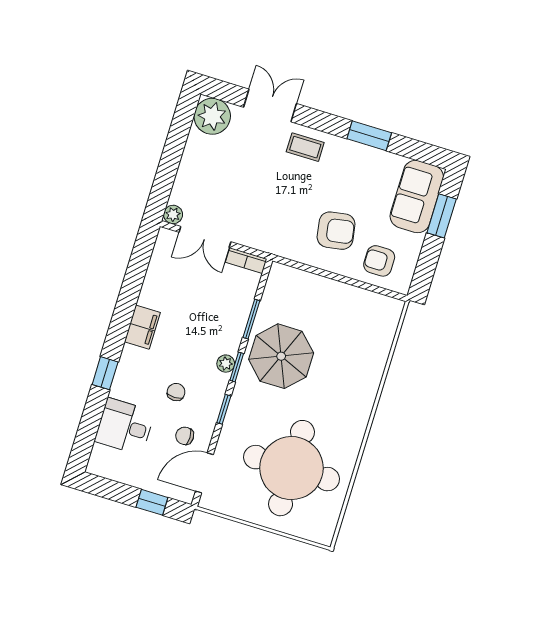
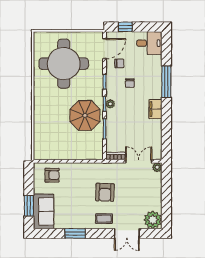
armchair: (336, 231) -> (105, 192), moved, turned -79
window: (105, 373) -> (166, 82), width x2.17
desk: (125, 426) -> (149, 43), moved

